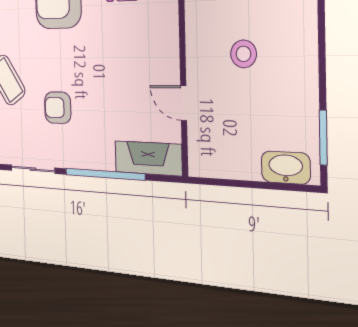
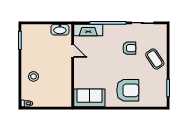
stool: (244, 54) -> (34, 76), moved
washbasin: (286, 168) -> (60, 30), moved

